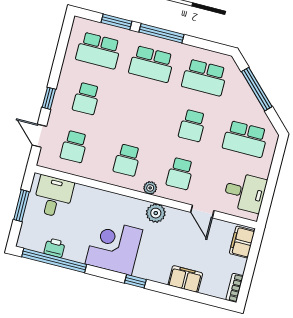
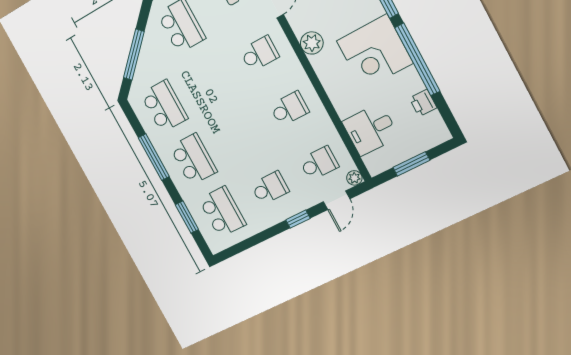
window: (161, 33) -> (154, 157), moved
school desk: (192, 125) -> (211, 80), removed
plant: (150, 188) -> (354, 178), moved
desk: (53, 196) -> (371, 129), moved
window: (54, 261) -> (417, 59), moved

